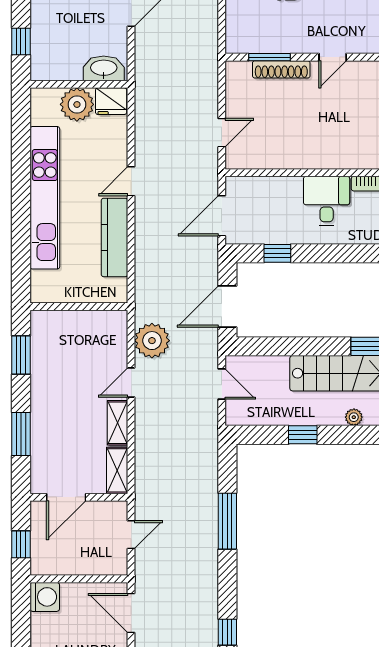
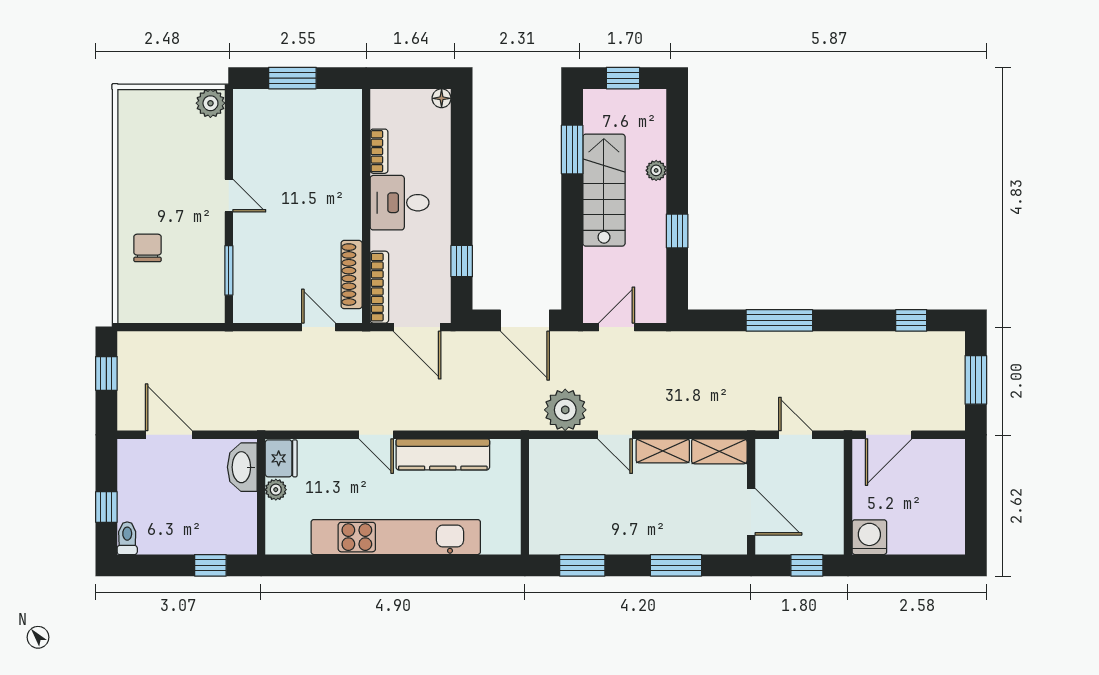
shoe rack: (281, 69) -> (352, 275), moved, turned 180
plant: (77, 104) -> (276, 490), width x0.53, depth x0.53
bookcase: (255, 184) -> (379, 287), added

